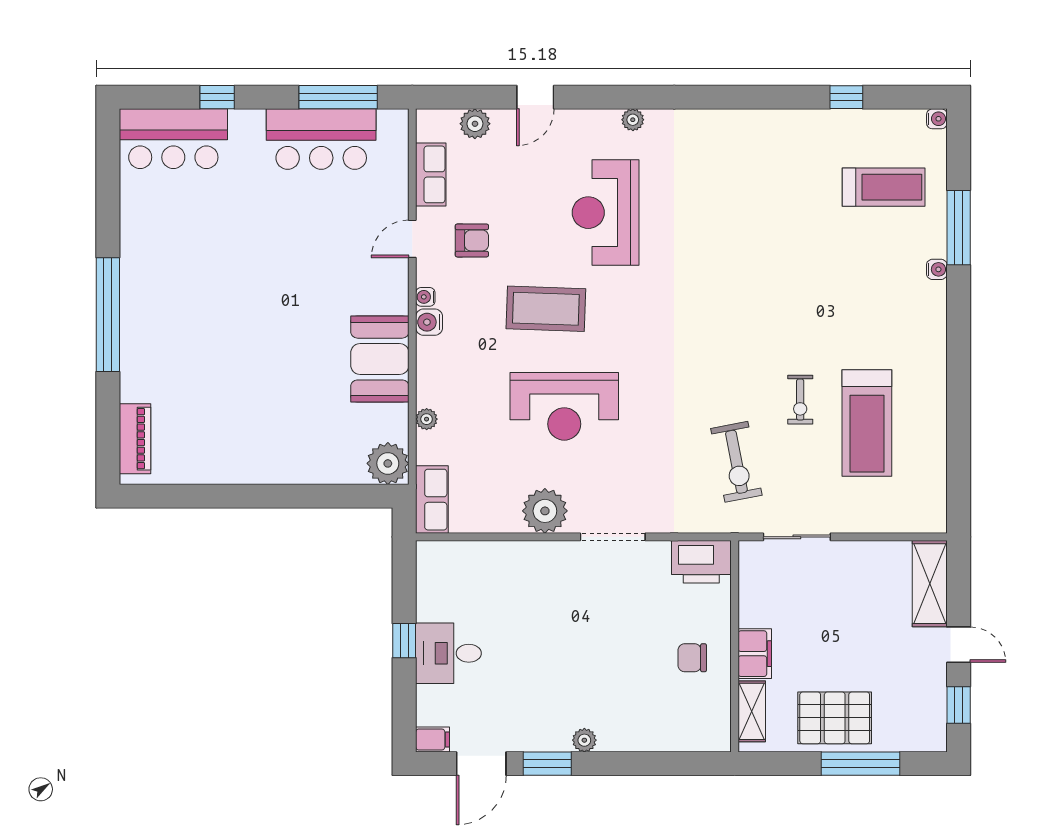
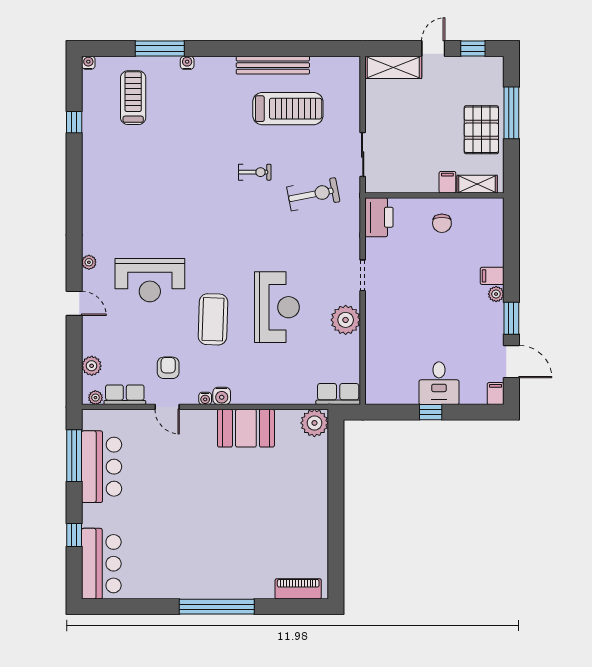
door: (535, 97) -> (74, 303), moved
exercise bike: (800, 400) -> (255, 172), moved
bench: (933, 400) -> (273, 65), added
plant: (427, 419) -> (95, 398), moved
doorway: (613, 537) -> (363, 275), width x0.73
filing cabinet: (755, 654) -> (447, 182), width x0.50
filing cabinet: (612, 734) -> (492, 276), added

